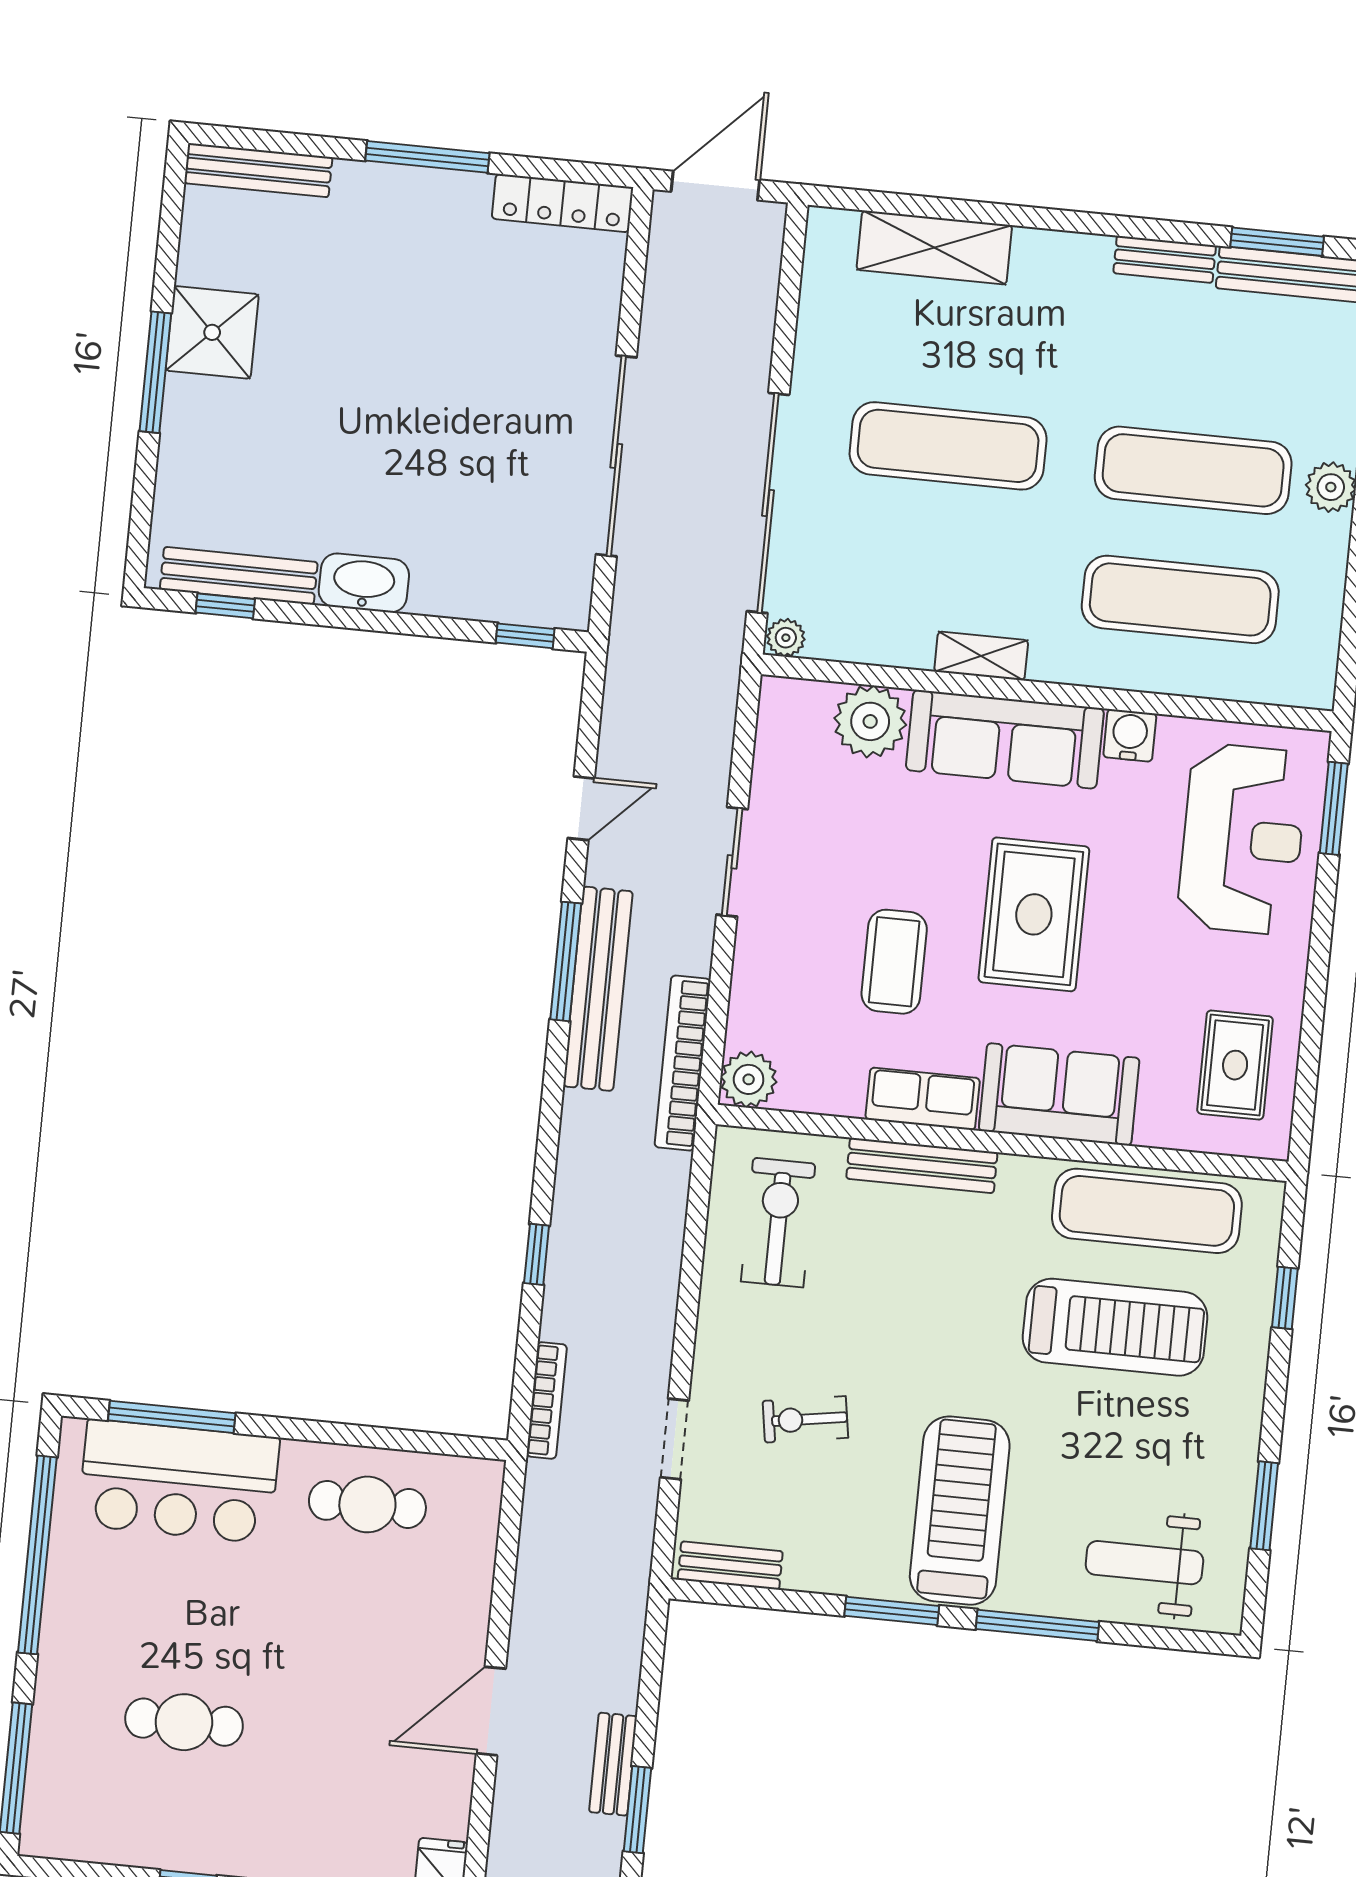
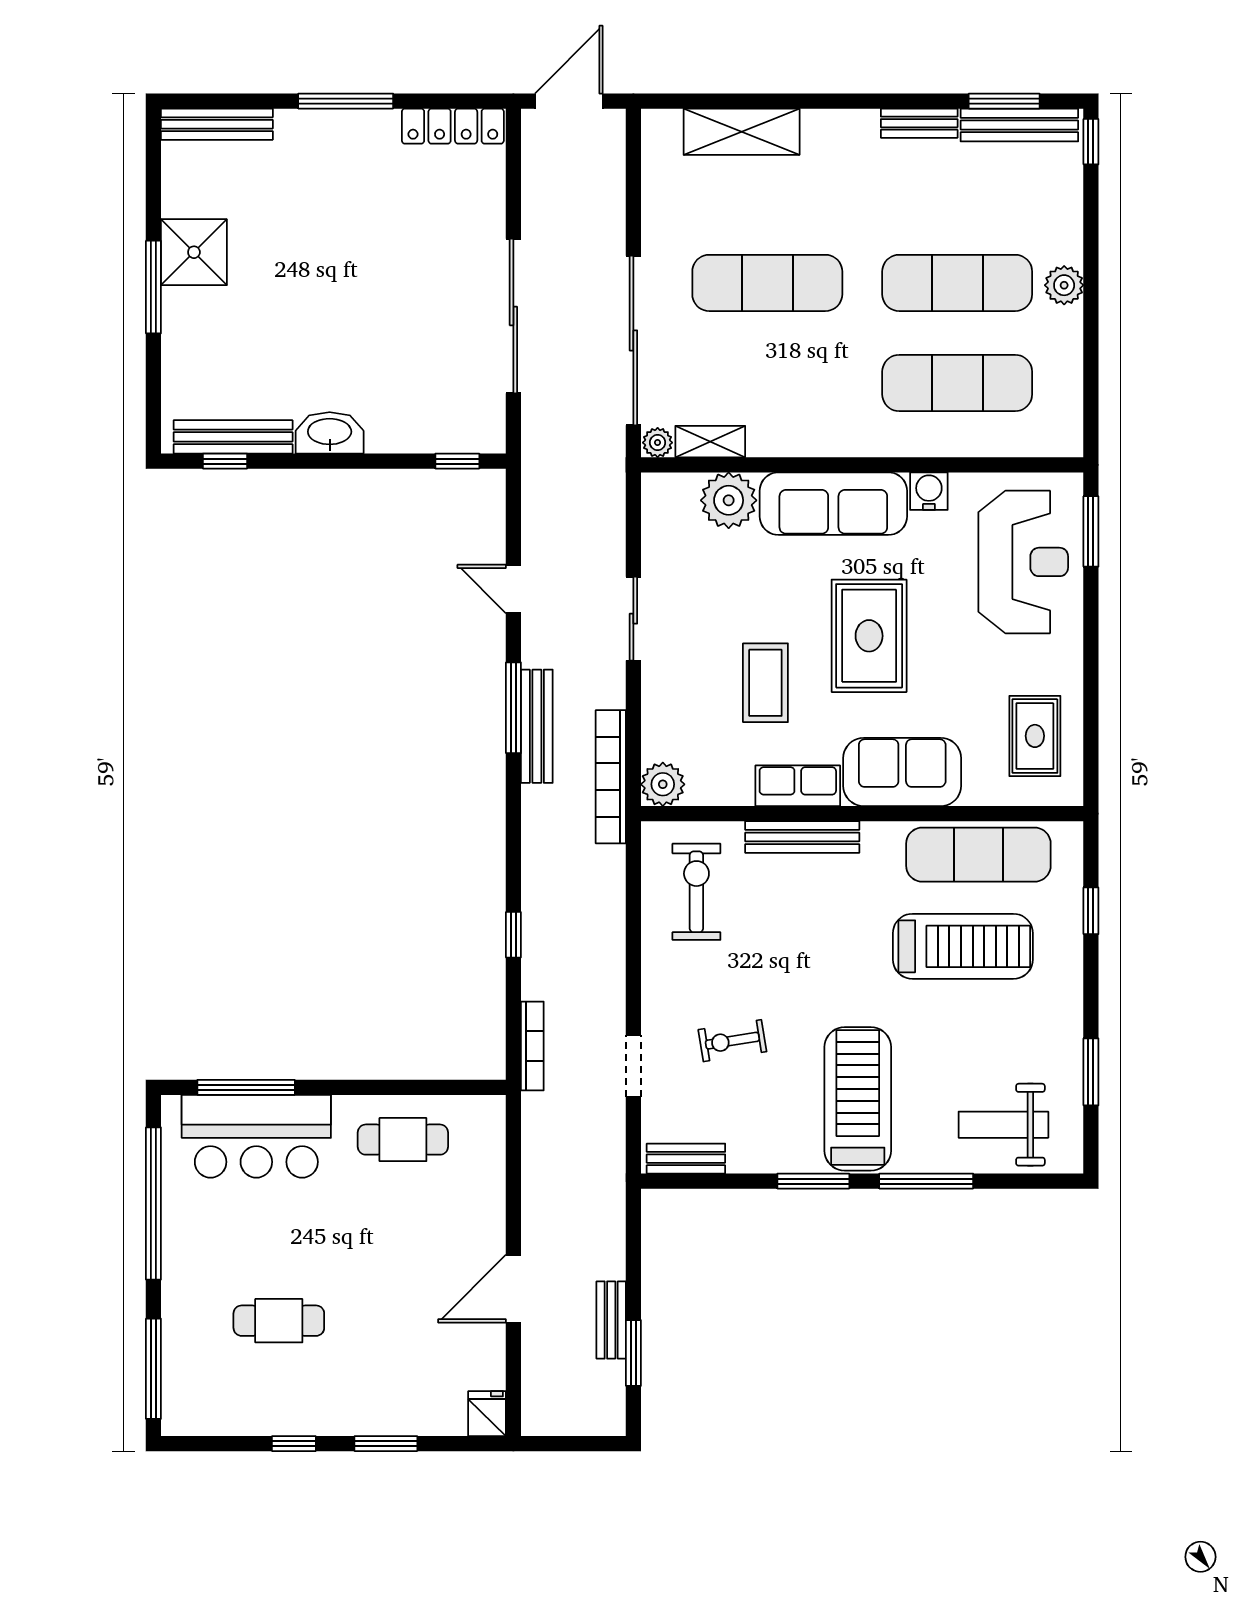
shelving: (981, 656) -> (710, 442), moved
door: (581, 808) -> (513, 589), swing flipped
bench: (598, 989) -> (537, 726), width x0.73, depth x0.82

